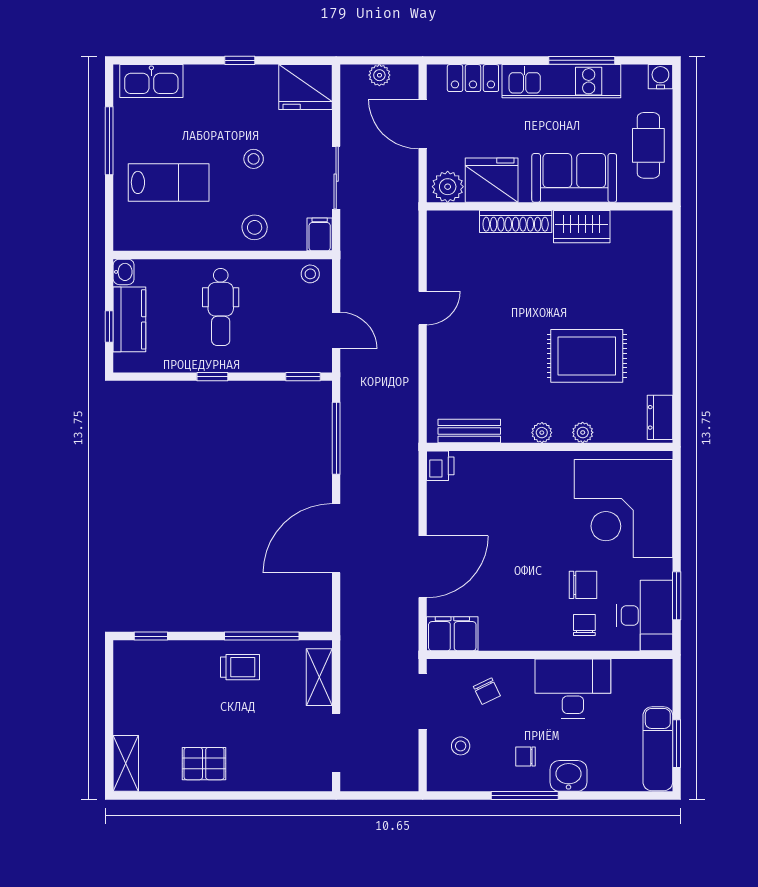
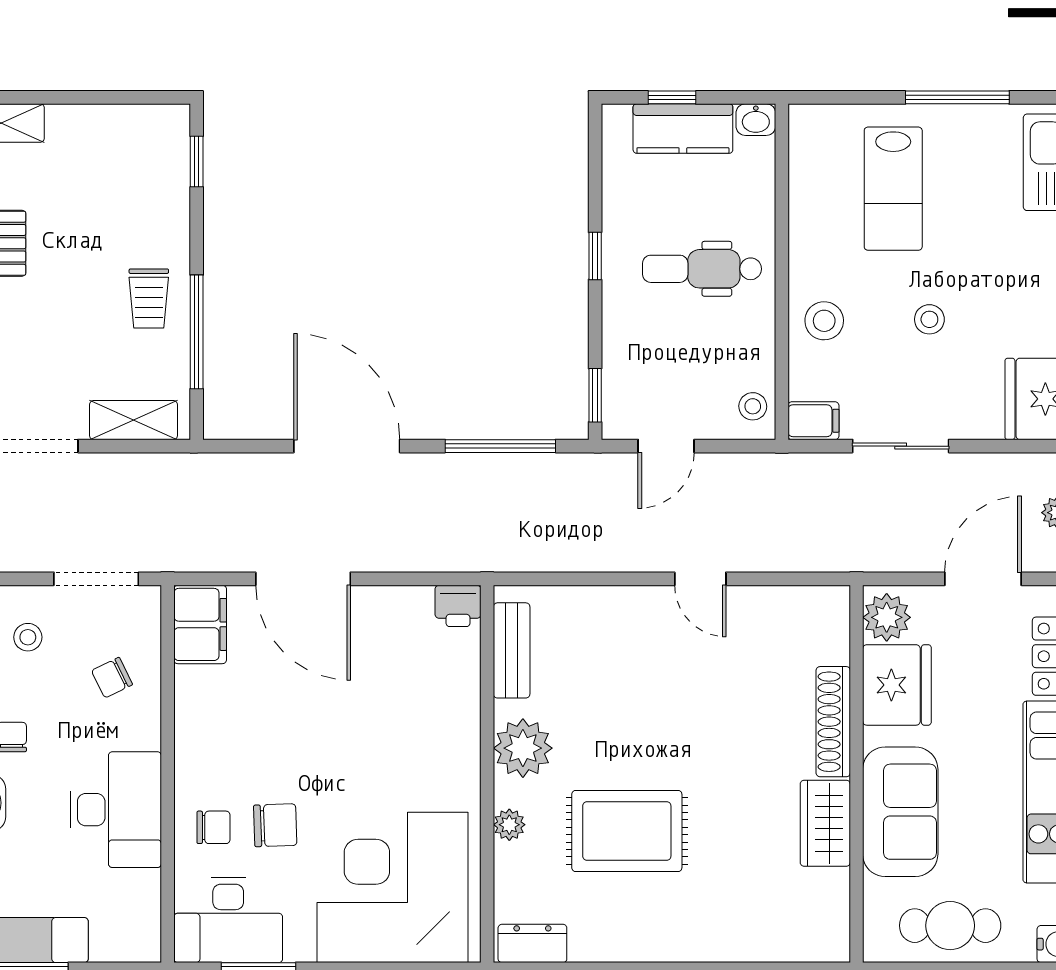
rug: (587, 356) -> (627, 831), turned 90
plant: (542, 433) -> (523, 748), width x1.88, depth x1.88
chair: (583, 585) -> (275, 825), turned -92

